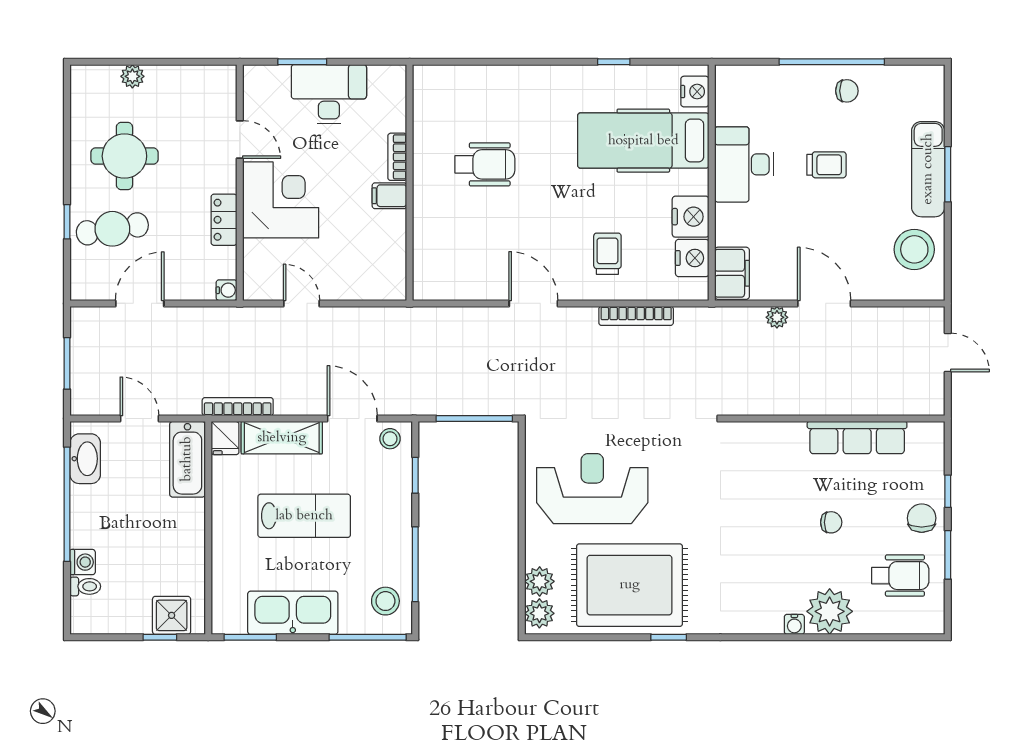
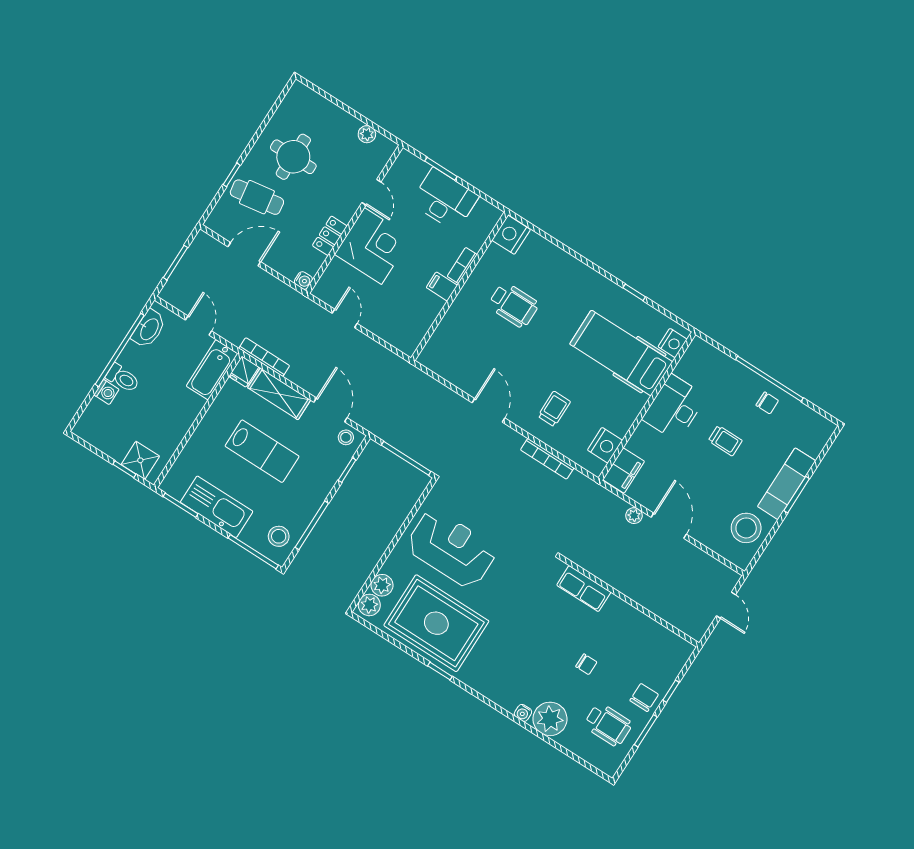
plant: (132, 76) -> (367, 134), moved
nightstand: (691, 217) -> (511, 235), moved, turned 180
row of seats: (857, 438) -> (584, 589), moved, width x0.68
toilet: (85, 586) -> (123, 378), moved, width x1.37, depth x1.39

